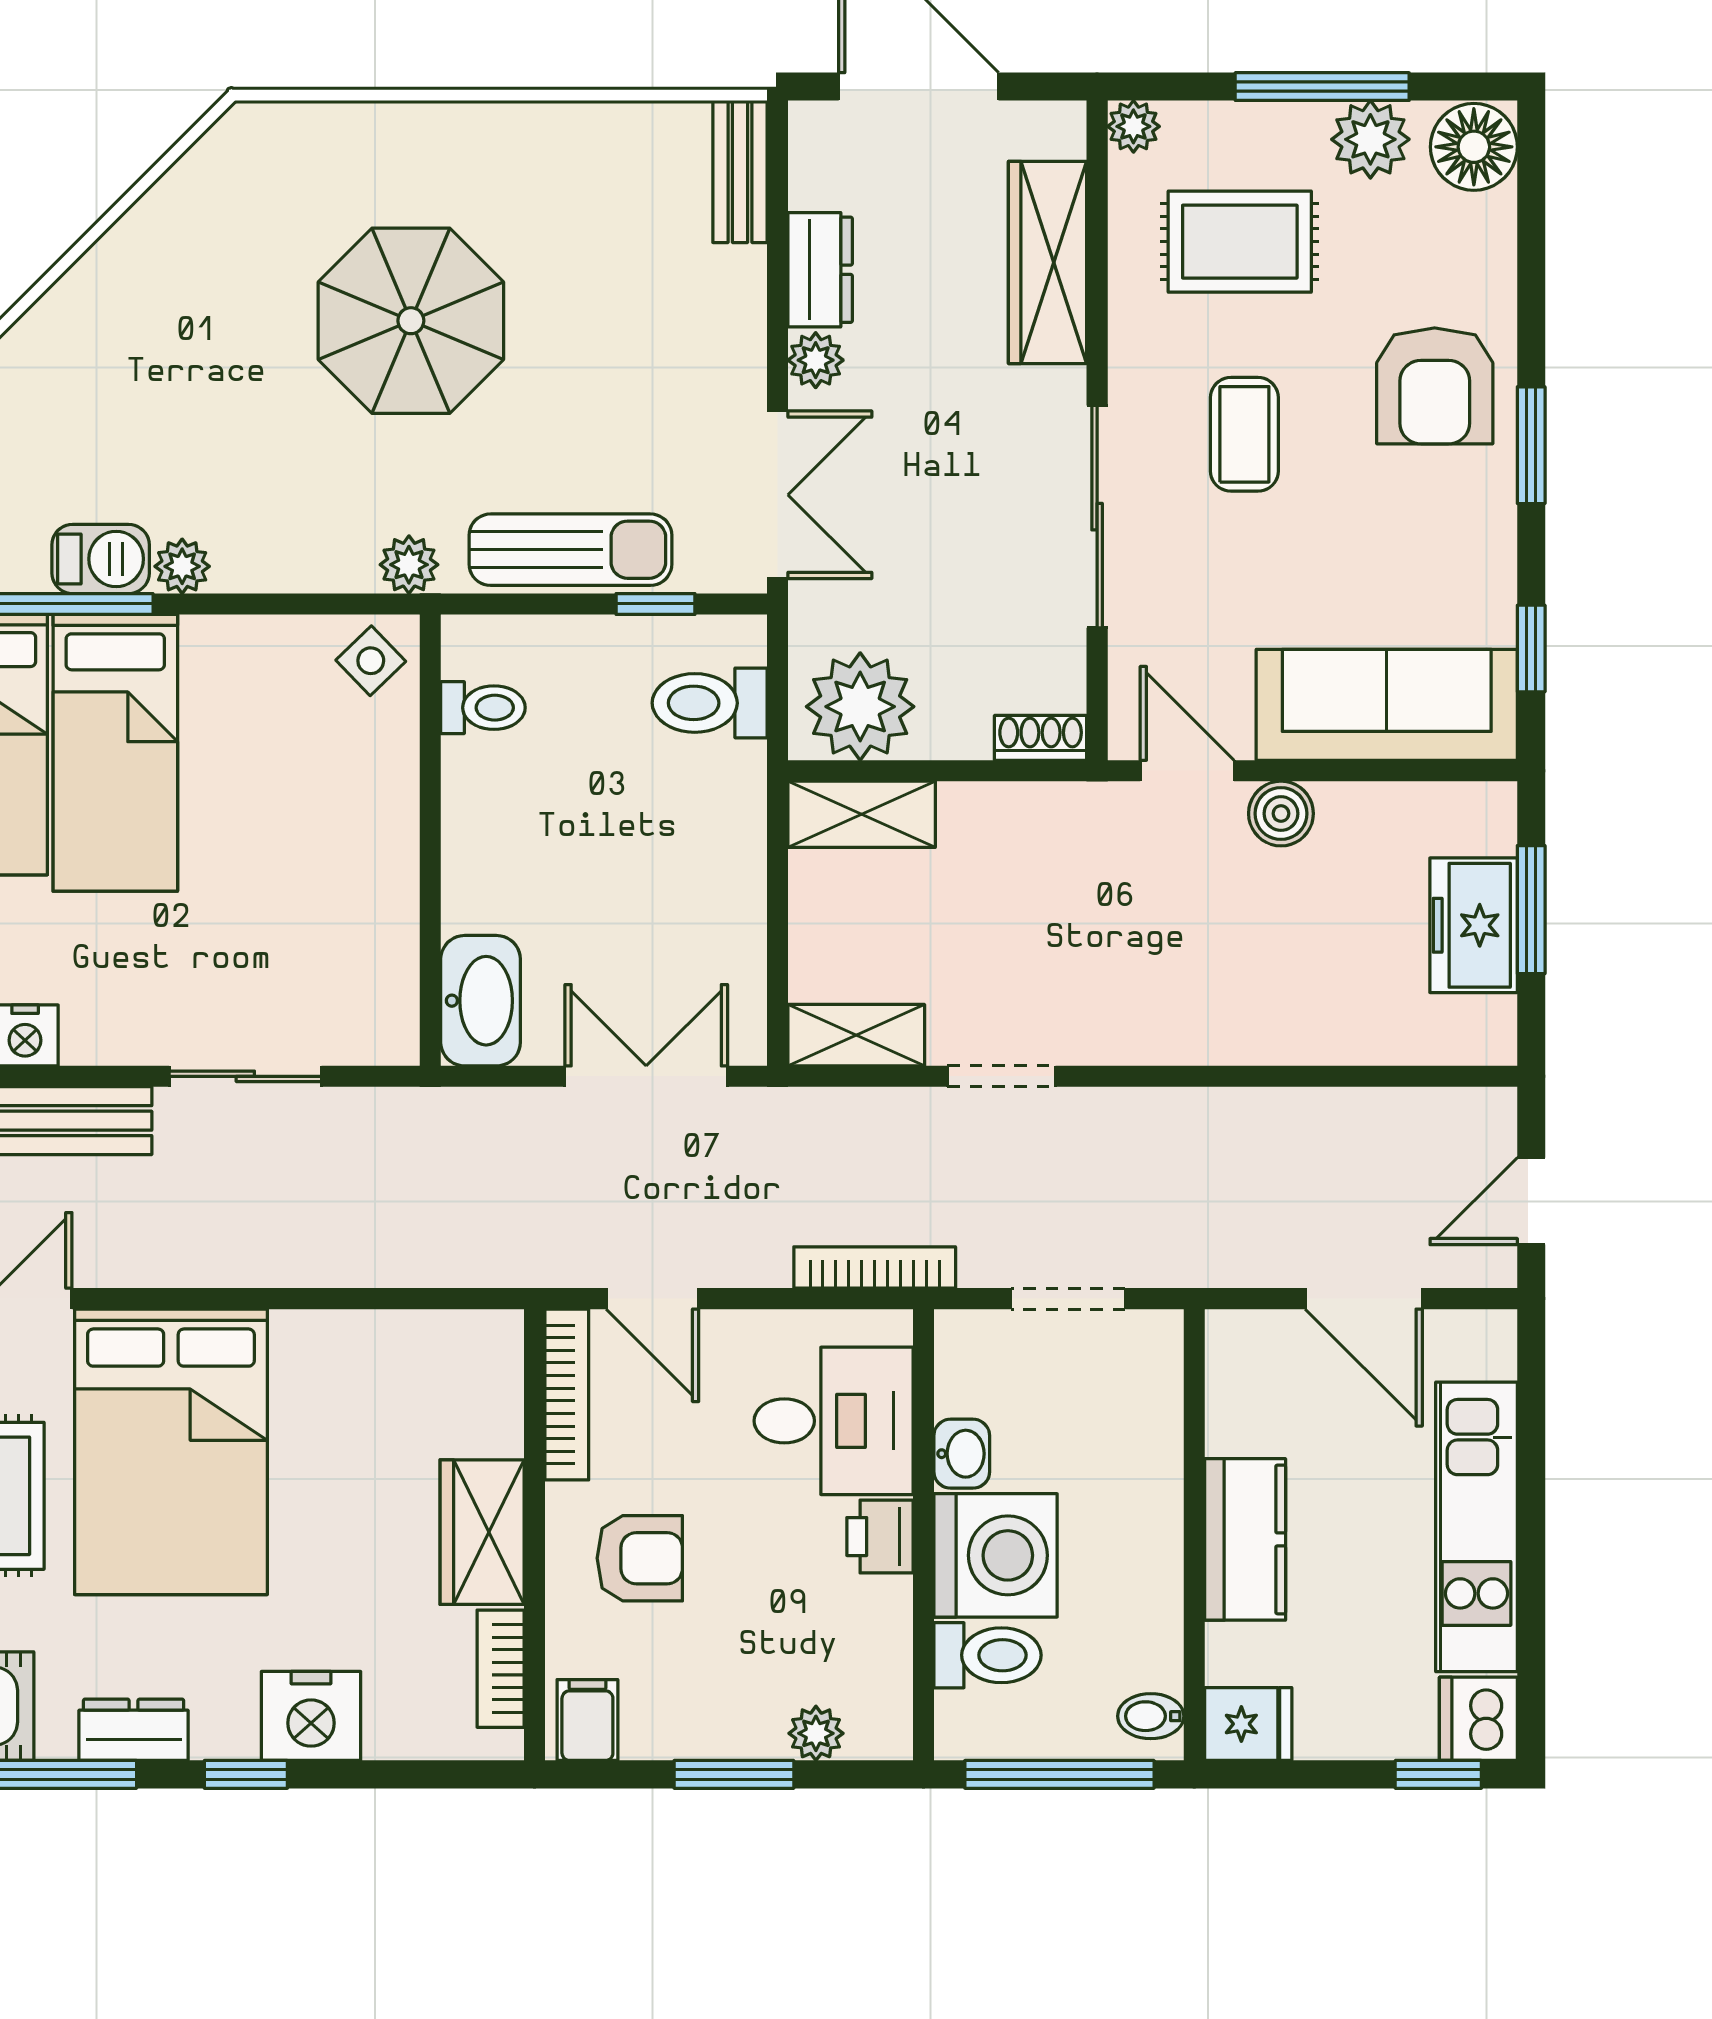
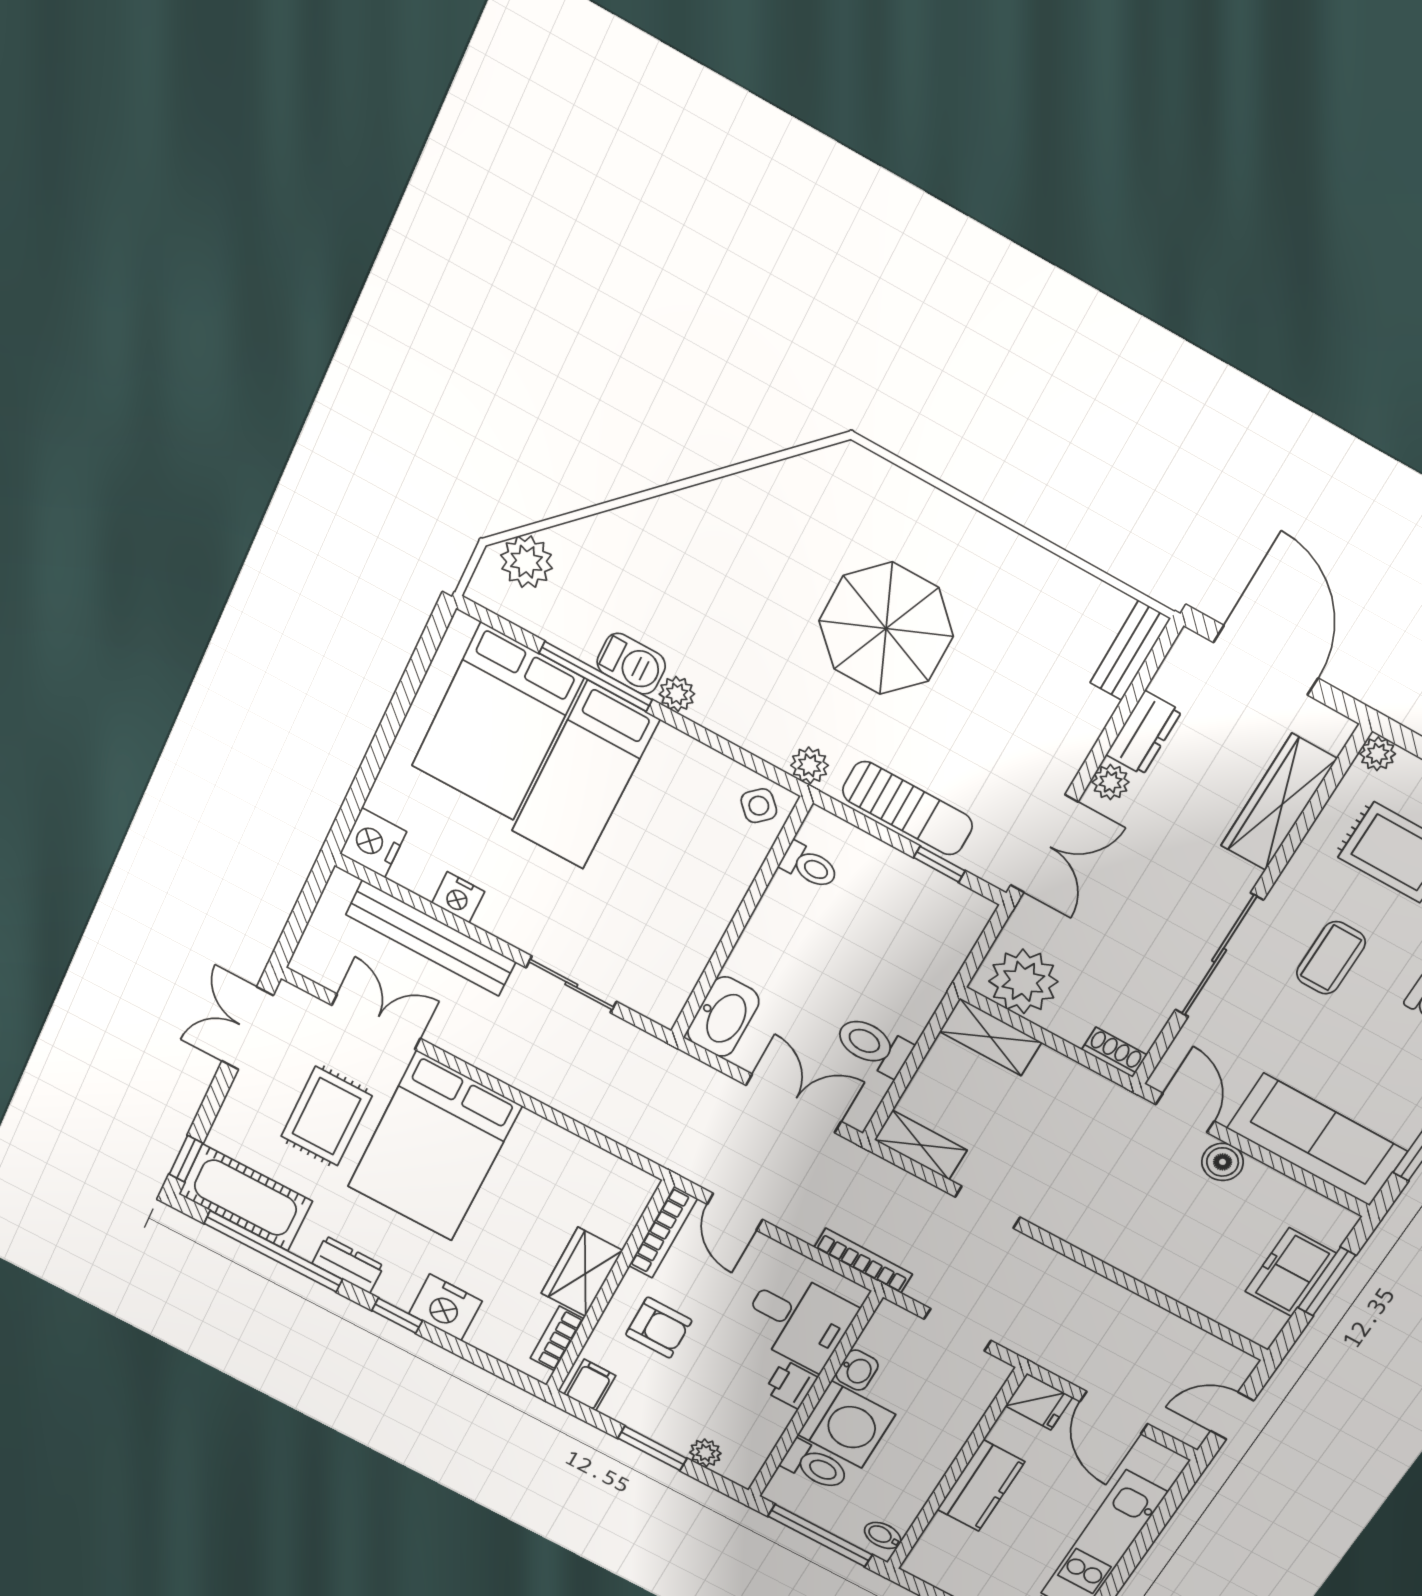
toilet: (710, 703) -> (873, 1046), moved
fridge: (1248, 1724) -> (1039, 1402), moved

